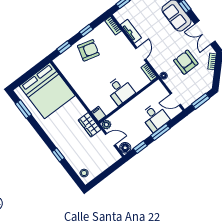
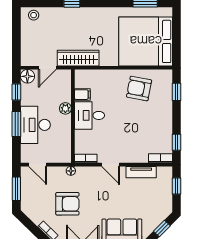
window: (86, 31) -> (176, 142), moved
armchair: (88, 50) -> (139, 88), moved, turned 86
door: (175, 99) -> (38, 165), swing flipped
filing cabinet: (98, 114) -> (82, 95), moved
desk: (155, 117) -> (35, 125), width x1.37
wardrobe: (90, 125) -> (78, 58), width x1.50
plant: (106, 125) -> (65, 108), moved

